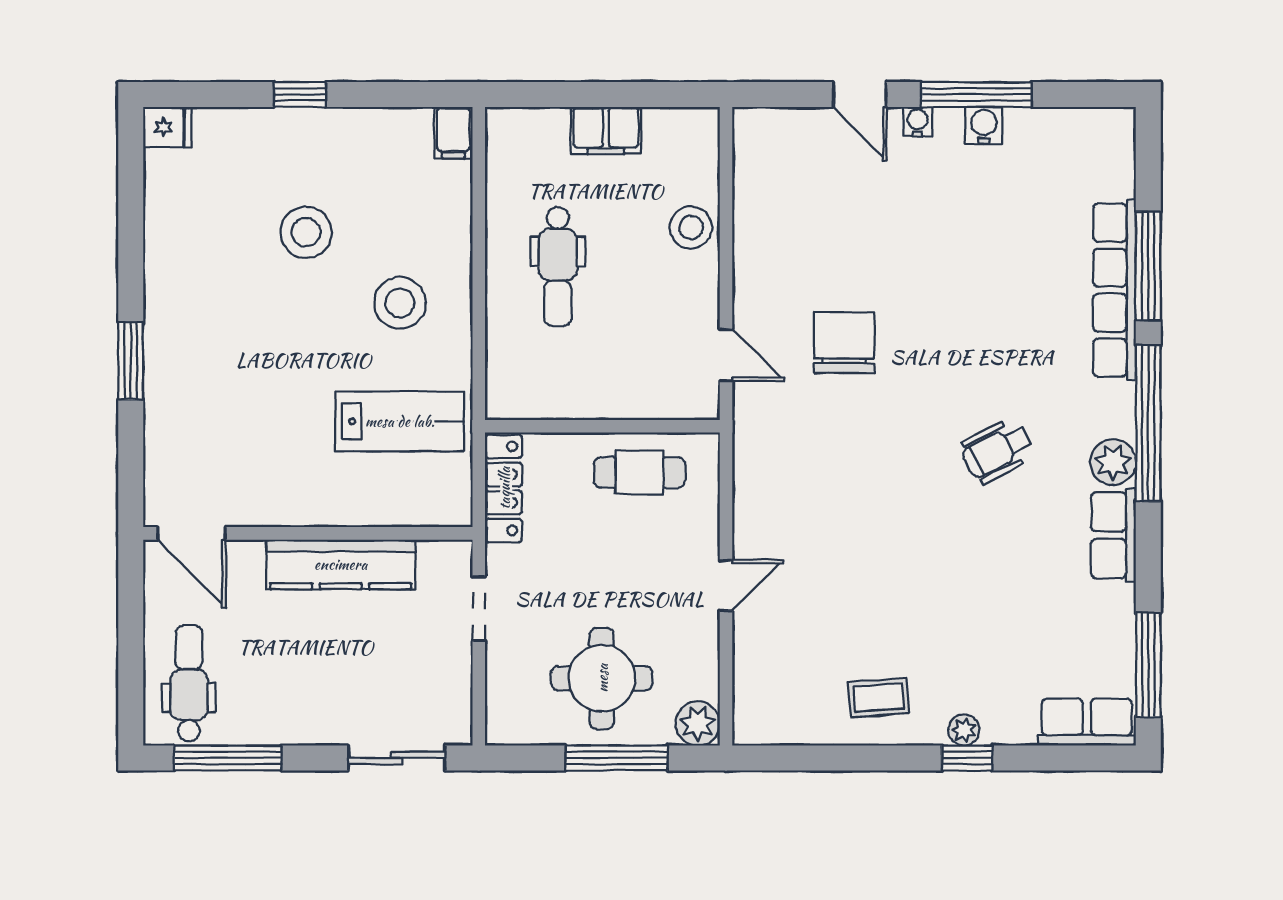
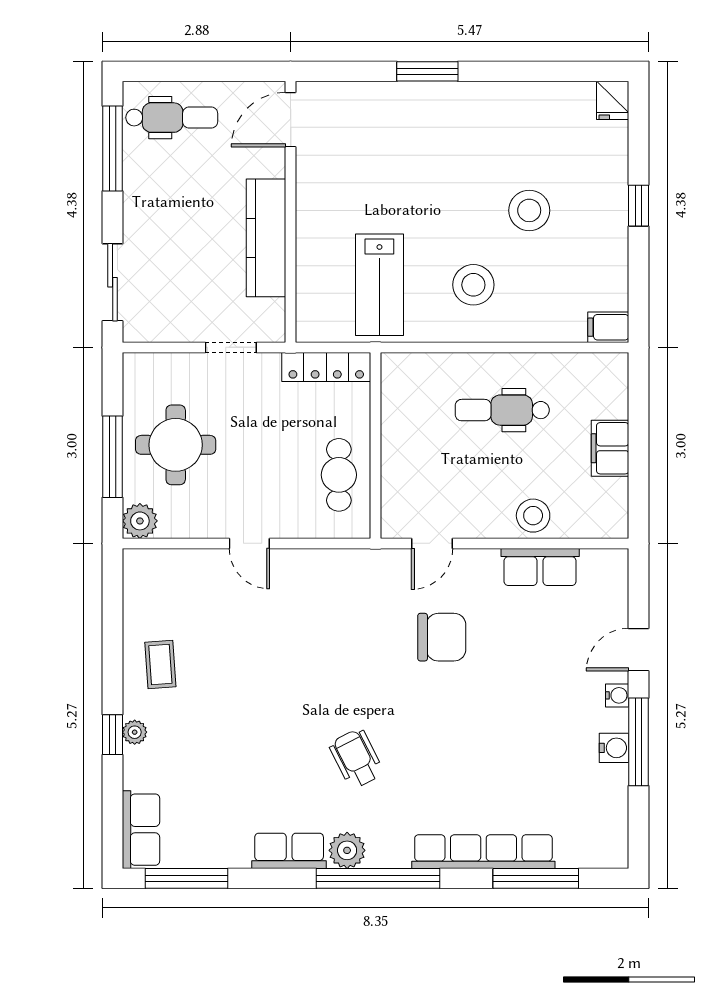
row of seats: (756, 219) -> (540, 567), added
window: (1148, 266) -> (536, 878), moved

